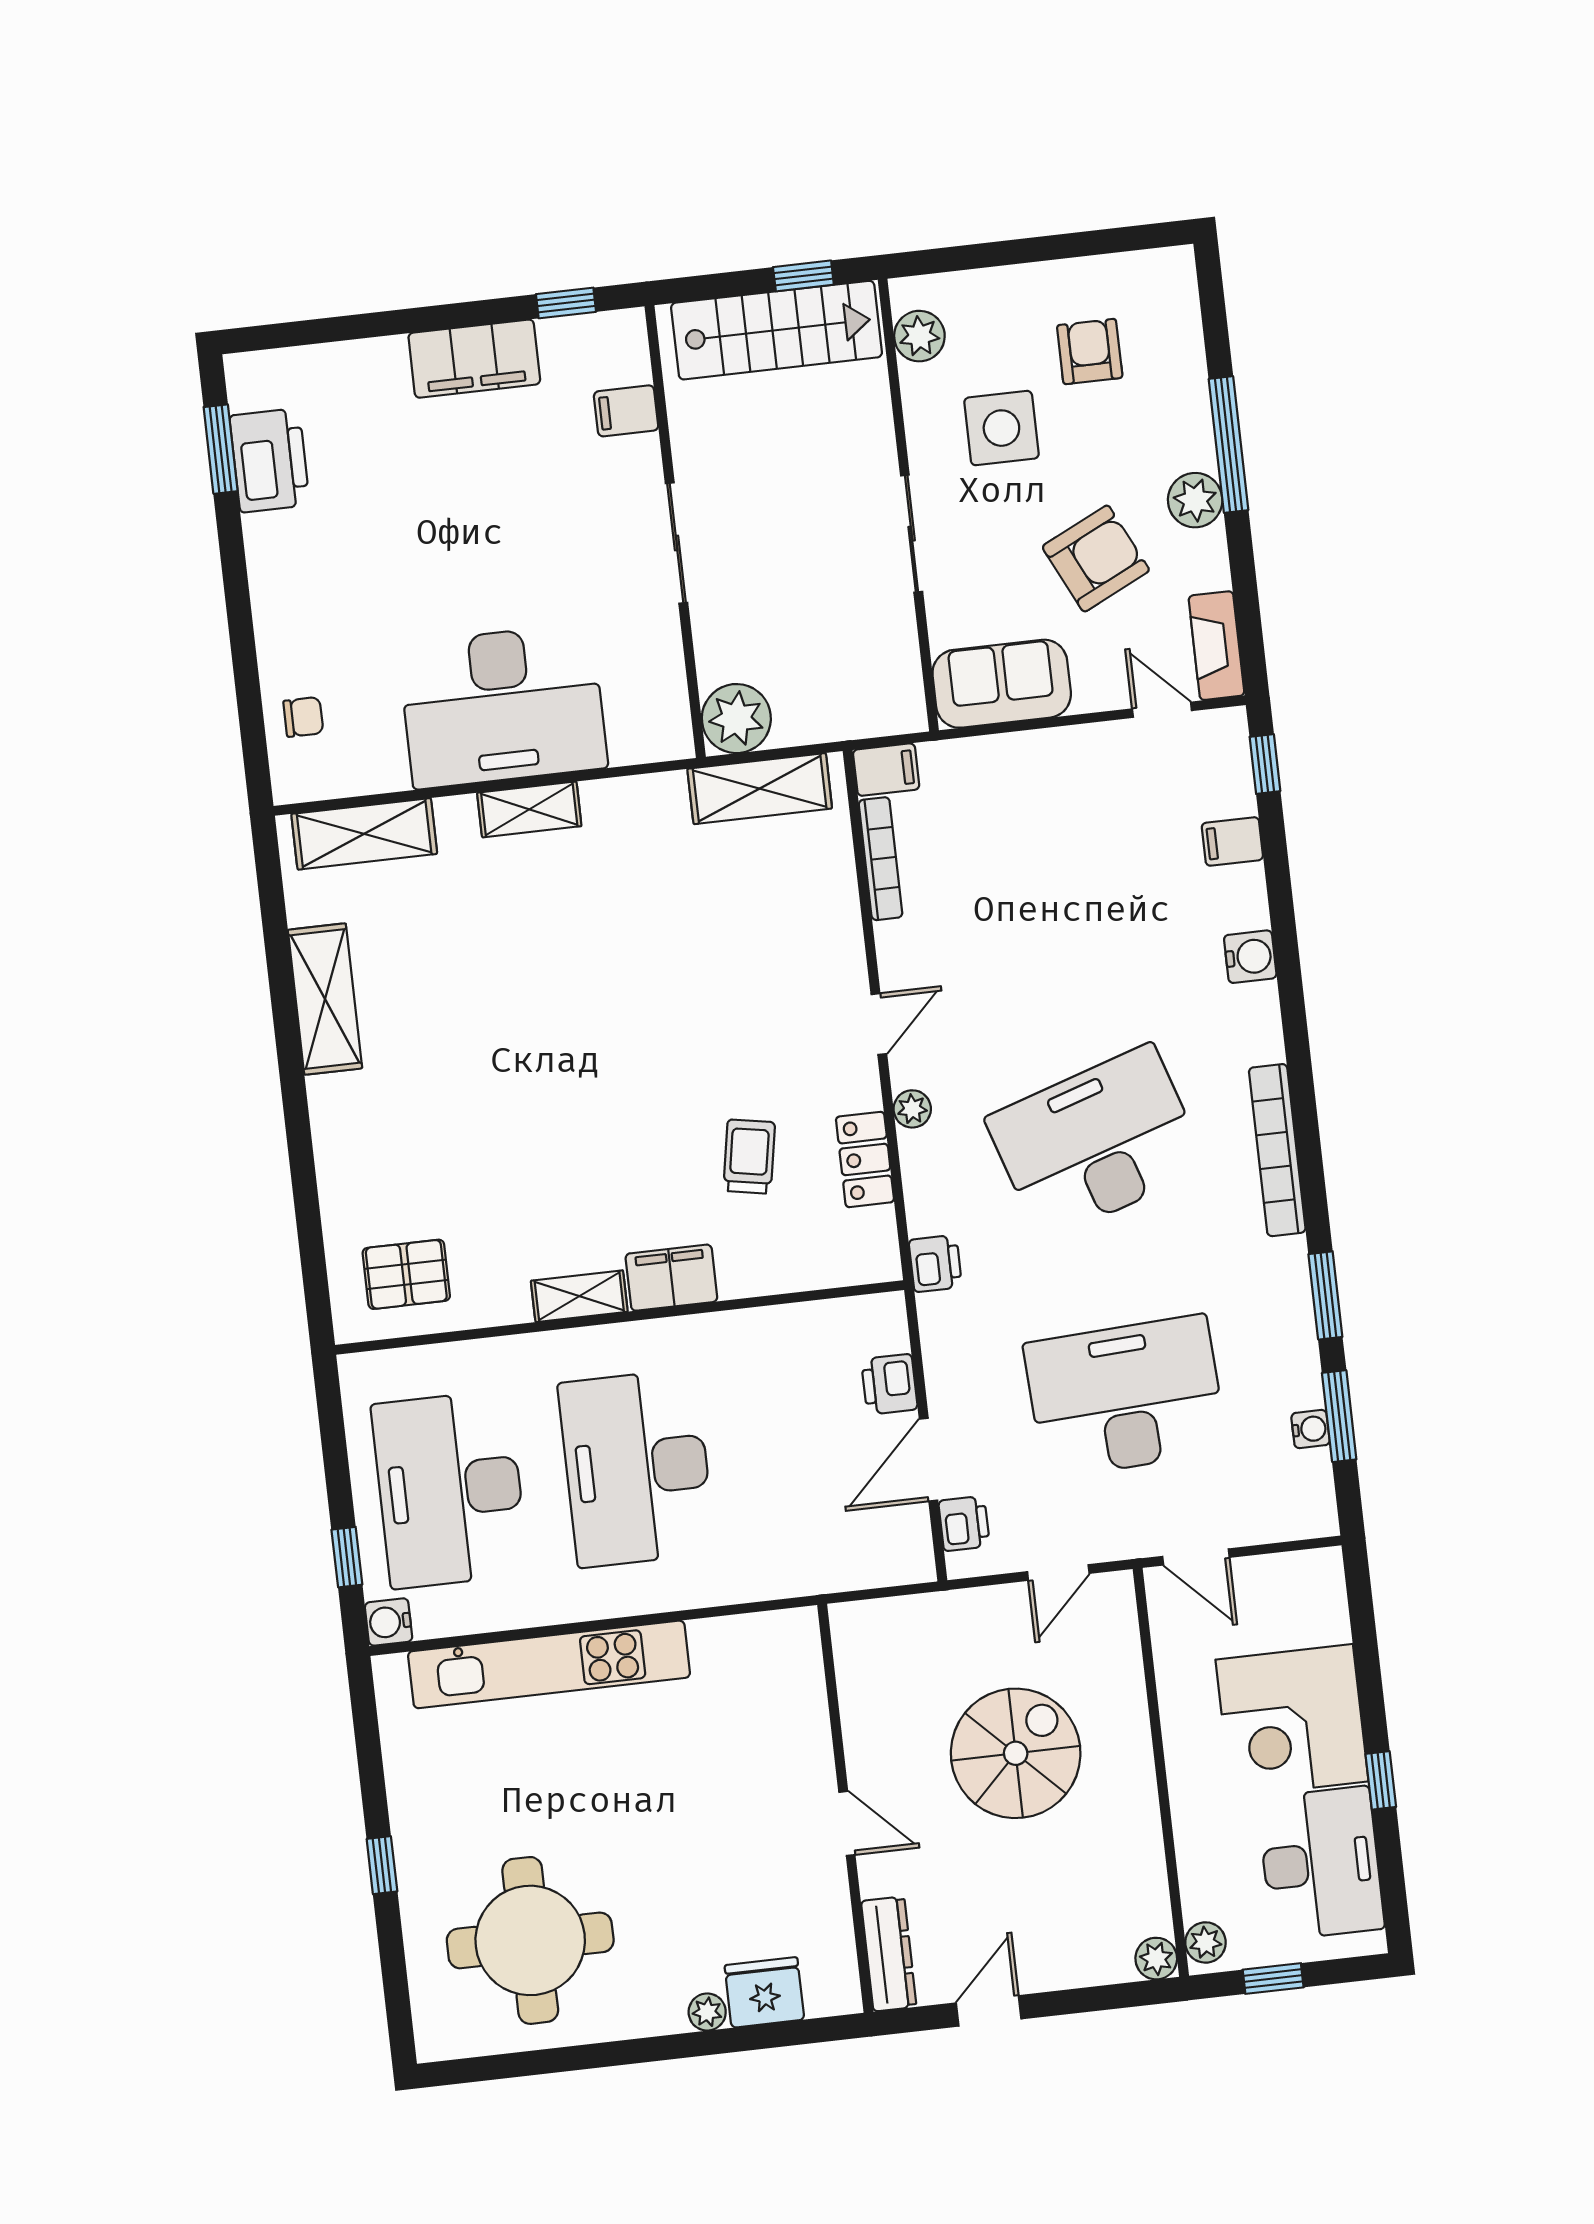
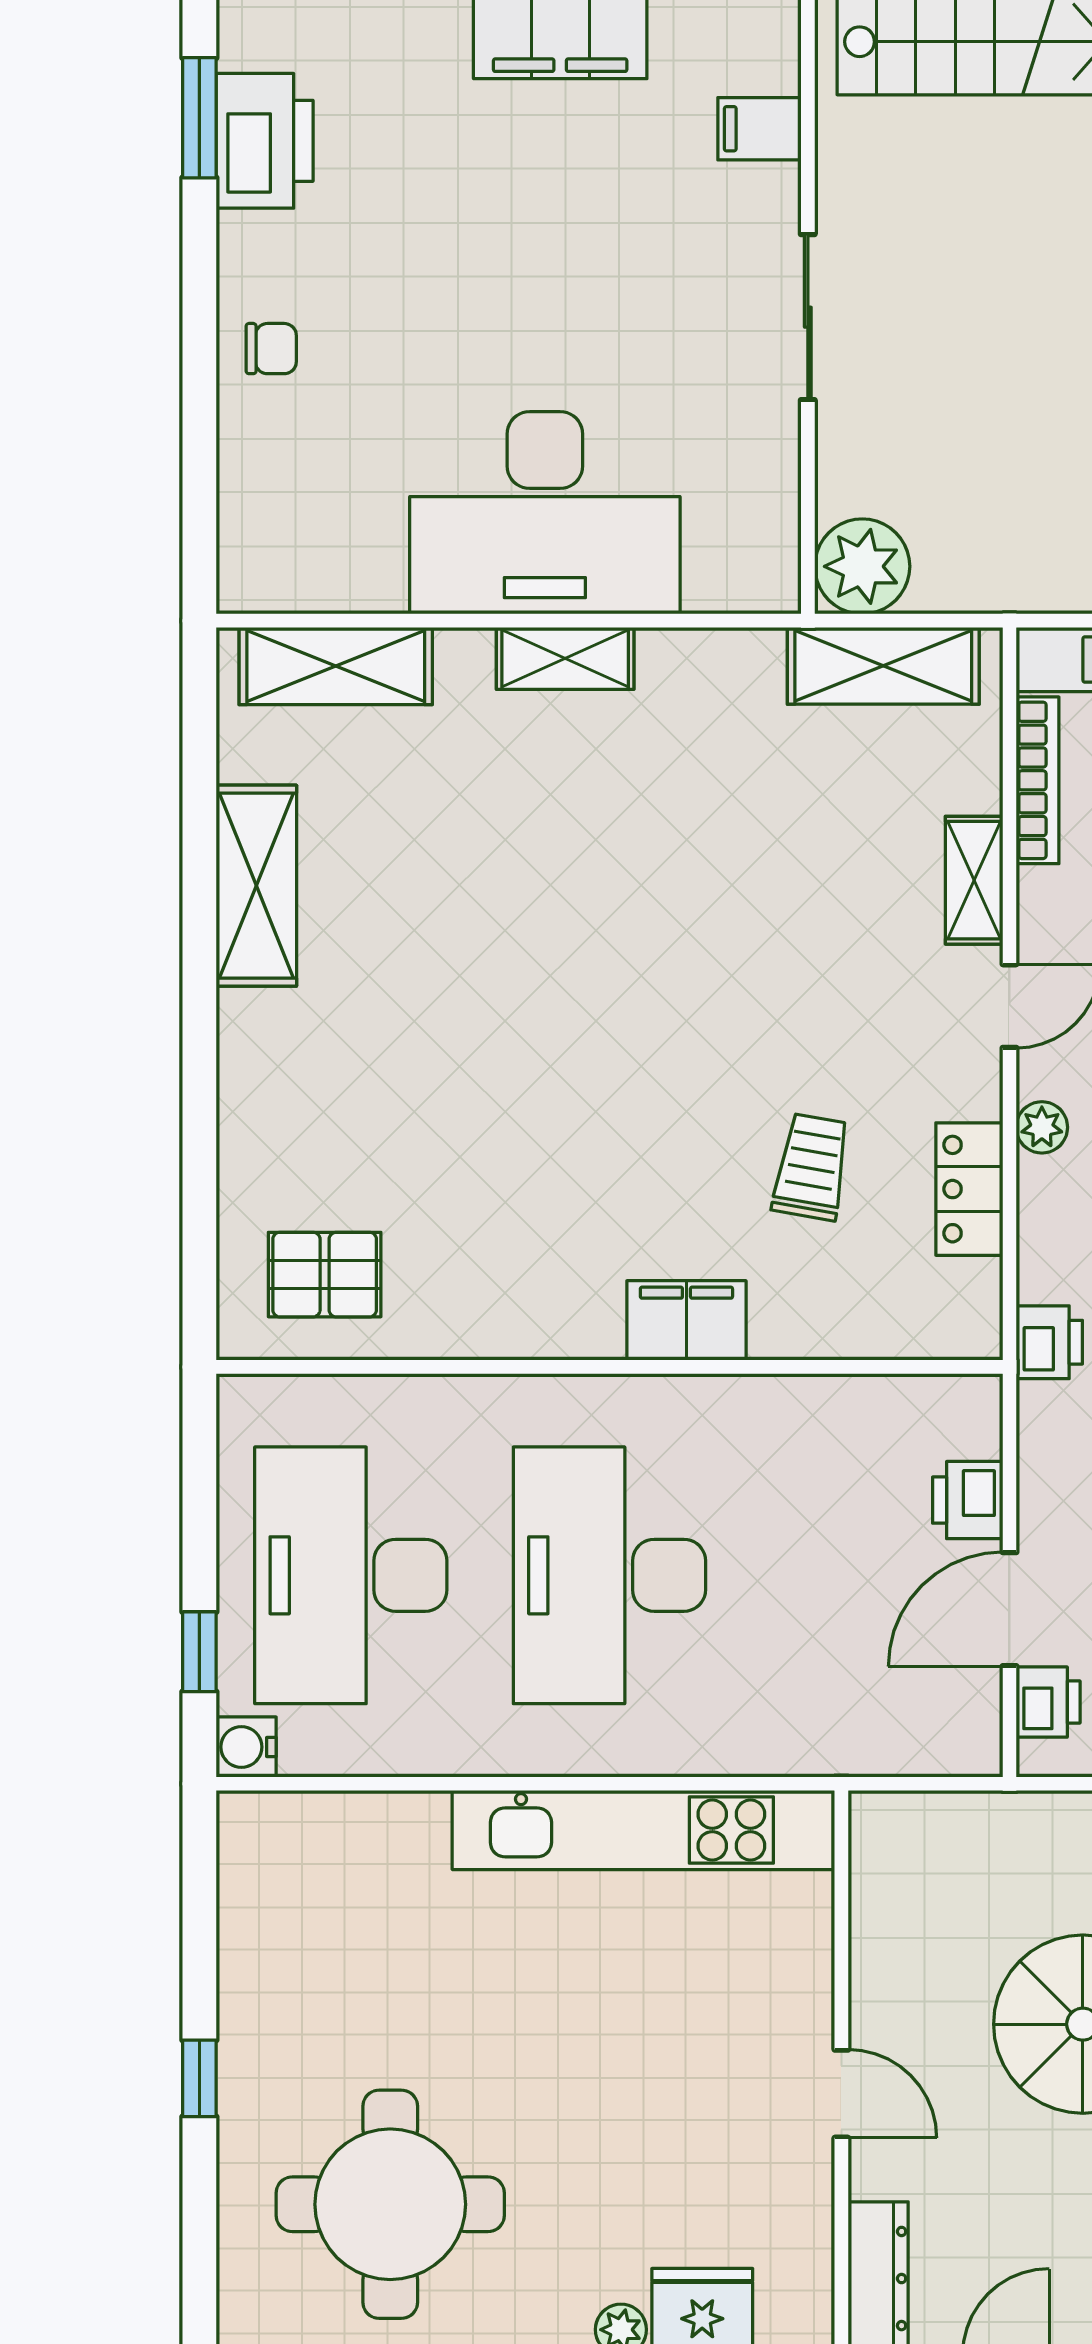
chair: (303, 717) -> (271, 349), moved
shelving: (579, 1296) -> (974, 880), moved, turned 90
kitchen unit: (549, 1664) -> (643, 1830), moved

